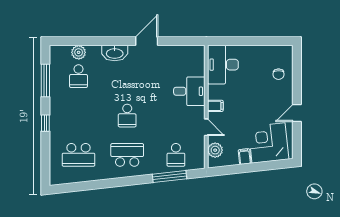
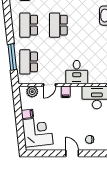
door: (297, 113) -> (72, 153), moved
school desk: (127, 116) -> (58, 25), width x1.85
school desk: (127, 155) -> (29, 25), turned 180
school desk: (176, 155) -> (29, 62), width x1.85

